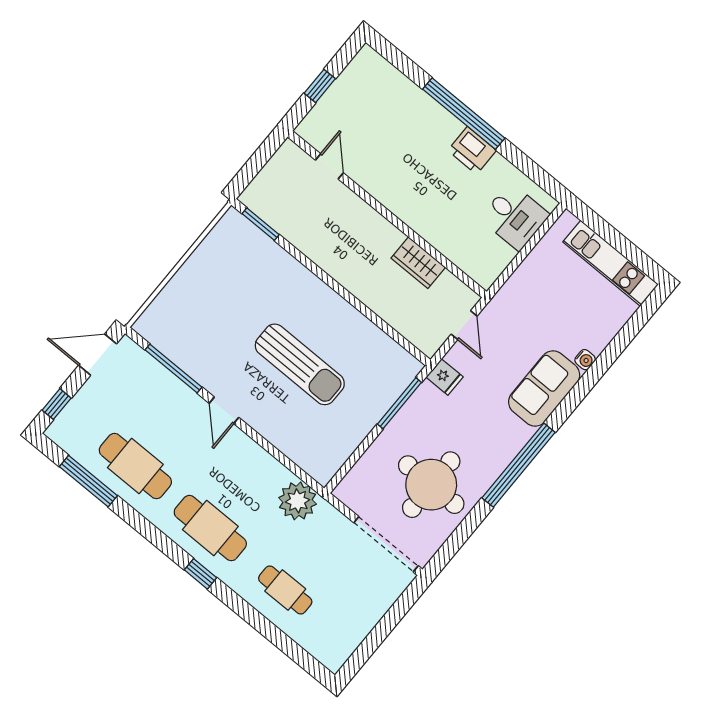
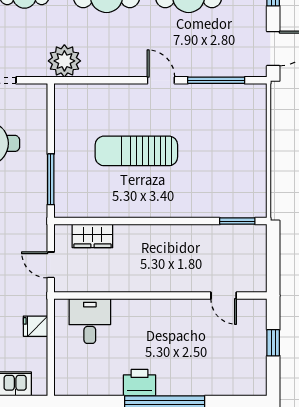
desk: (515, 217) -> (90, 321), moved, turned 90
wardrobe: (418, 263) -> (92, 236), moved, turned 180
fridge: (445, 377) -> (35, 326), moved

